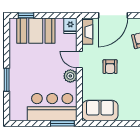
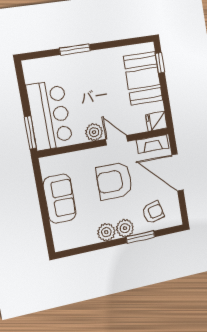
door: (79, 60) -> (117, 140), hinge flipped
armchair: (110, 67) -> (114, 181), width x1.88, depth x1.88
sofa: (100, 110) -> (60, 199), moved

